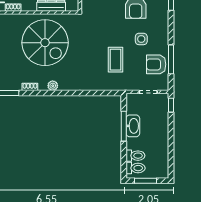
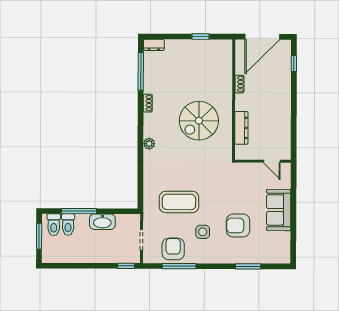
spiral stairs: (45, 43) -> (199, 121), width x0.73, depth x0.73
coffee table: (115, 60) -> (179, 202), width x1.36, depth x1.32
plant: (53, 86) -> (149, 144), moved
window: (124, 126) -> (79, 211), moved

